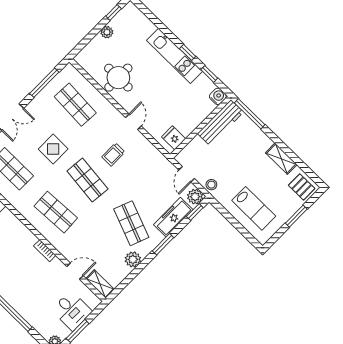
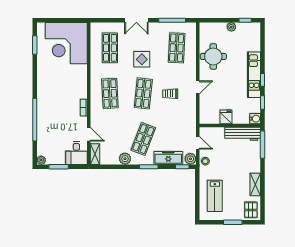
fridge: (174, 138) -> (226, 117), moved
door: (187, 174) -> (198, 143), swing flipped
desk: (72, 311) -> (76, 153), moved

